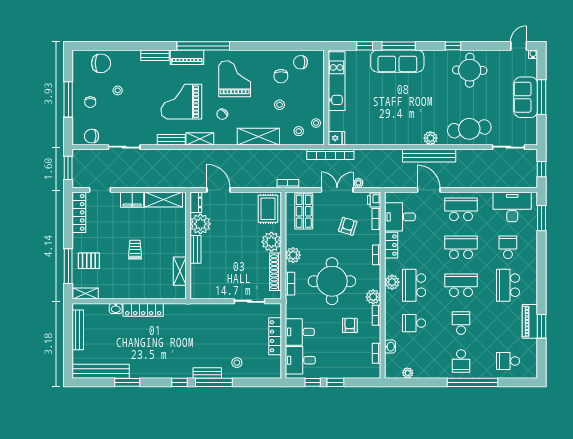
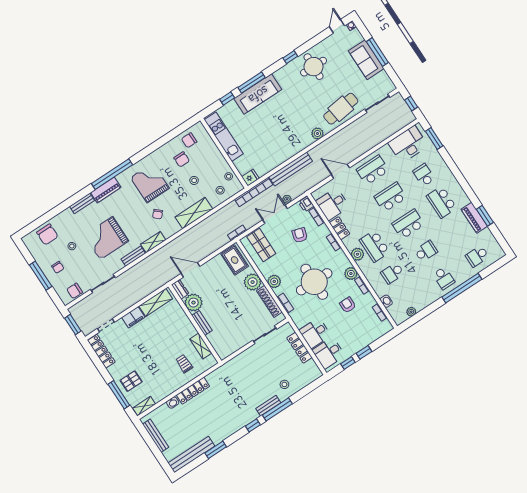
chair: (101, 63) -> (47, 234), turned 90
grand piano: (181, 102) -> (106, 238), moved
bench: (429, 156) -> (291, 169), moved
trolley: (135, 250) -> (184, 364), moved
school desk: (461, 323) -> (426, 251), turned 90

